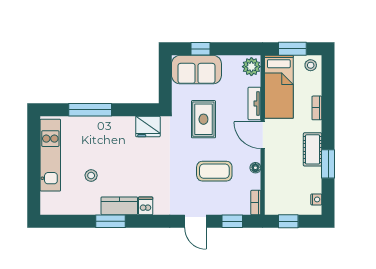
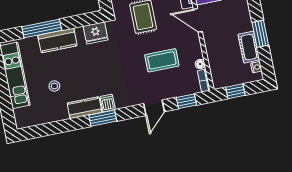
kitchen counter: (104, 126) -> (57, 40), added
cot: (313, 149) -> (249, 47), moved
floor lamp: (255, 168) -> (200, 64), moved
window: (111, 221) -> (103, 118), moved
door: (195, 221) -> (154, 108), hinge flipped

